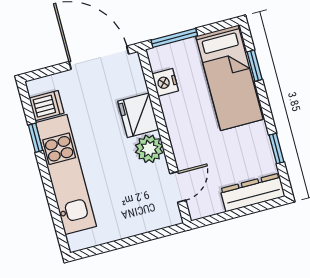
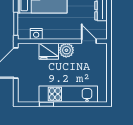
dishwasher: (46, 106) -> (32, 95), removed

